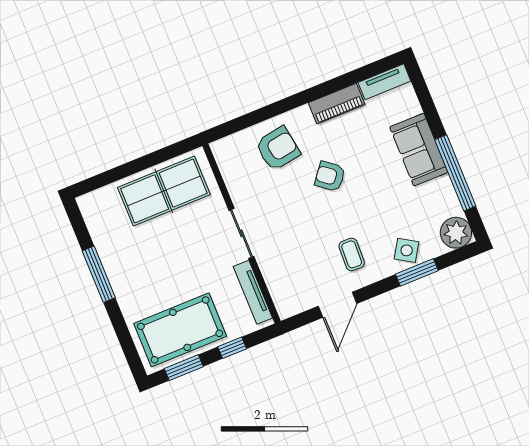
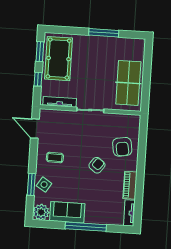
sofa: (419, 150) -> (67, 212), moved
window: (455, 173) -> (86, 227), moved
door: (338, 305) -> (35, 129), moved

